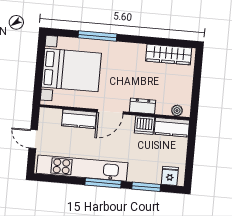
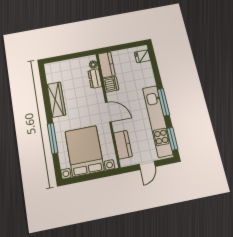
wardrobe: (169, 55) -> (56, 100), moved
dresser: (143, 106) -> (95, 79), moved
kitchen counter: (79, 119) -> (123, 145), moved
window: (146, 187) -> (172, 139), moved

